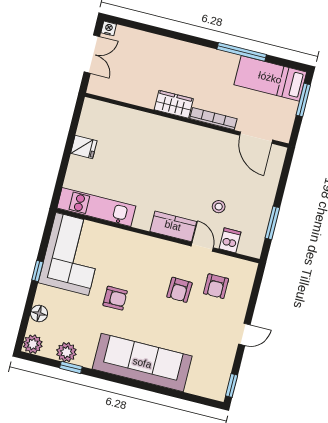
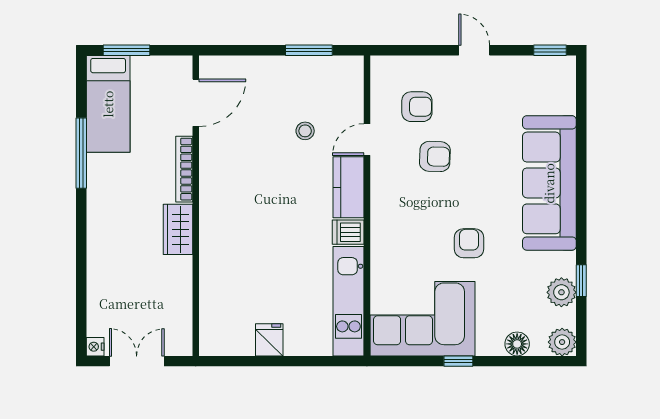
dishwasher: (230, 240) -> (348, 232), moved

